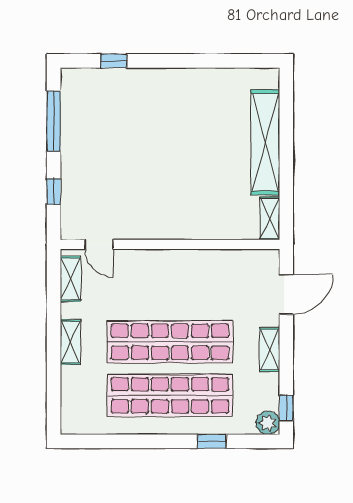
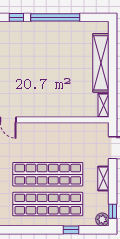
window: (183, 61) -> (55, 17), added

